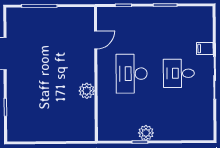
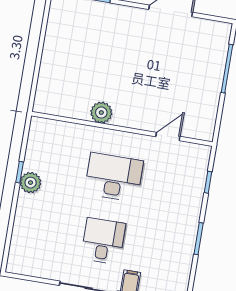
door: (96, 40) -> (168, 137), swing flipped

